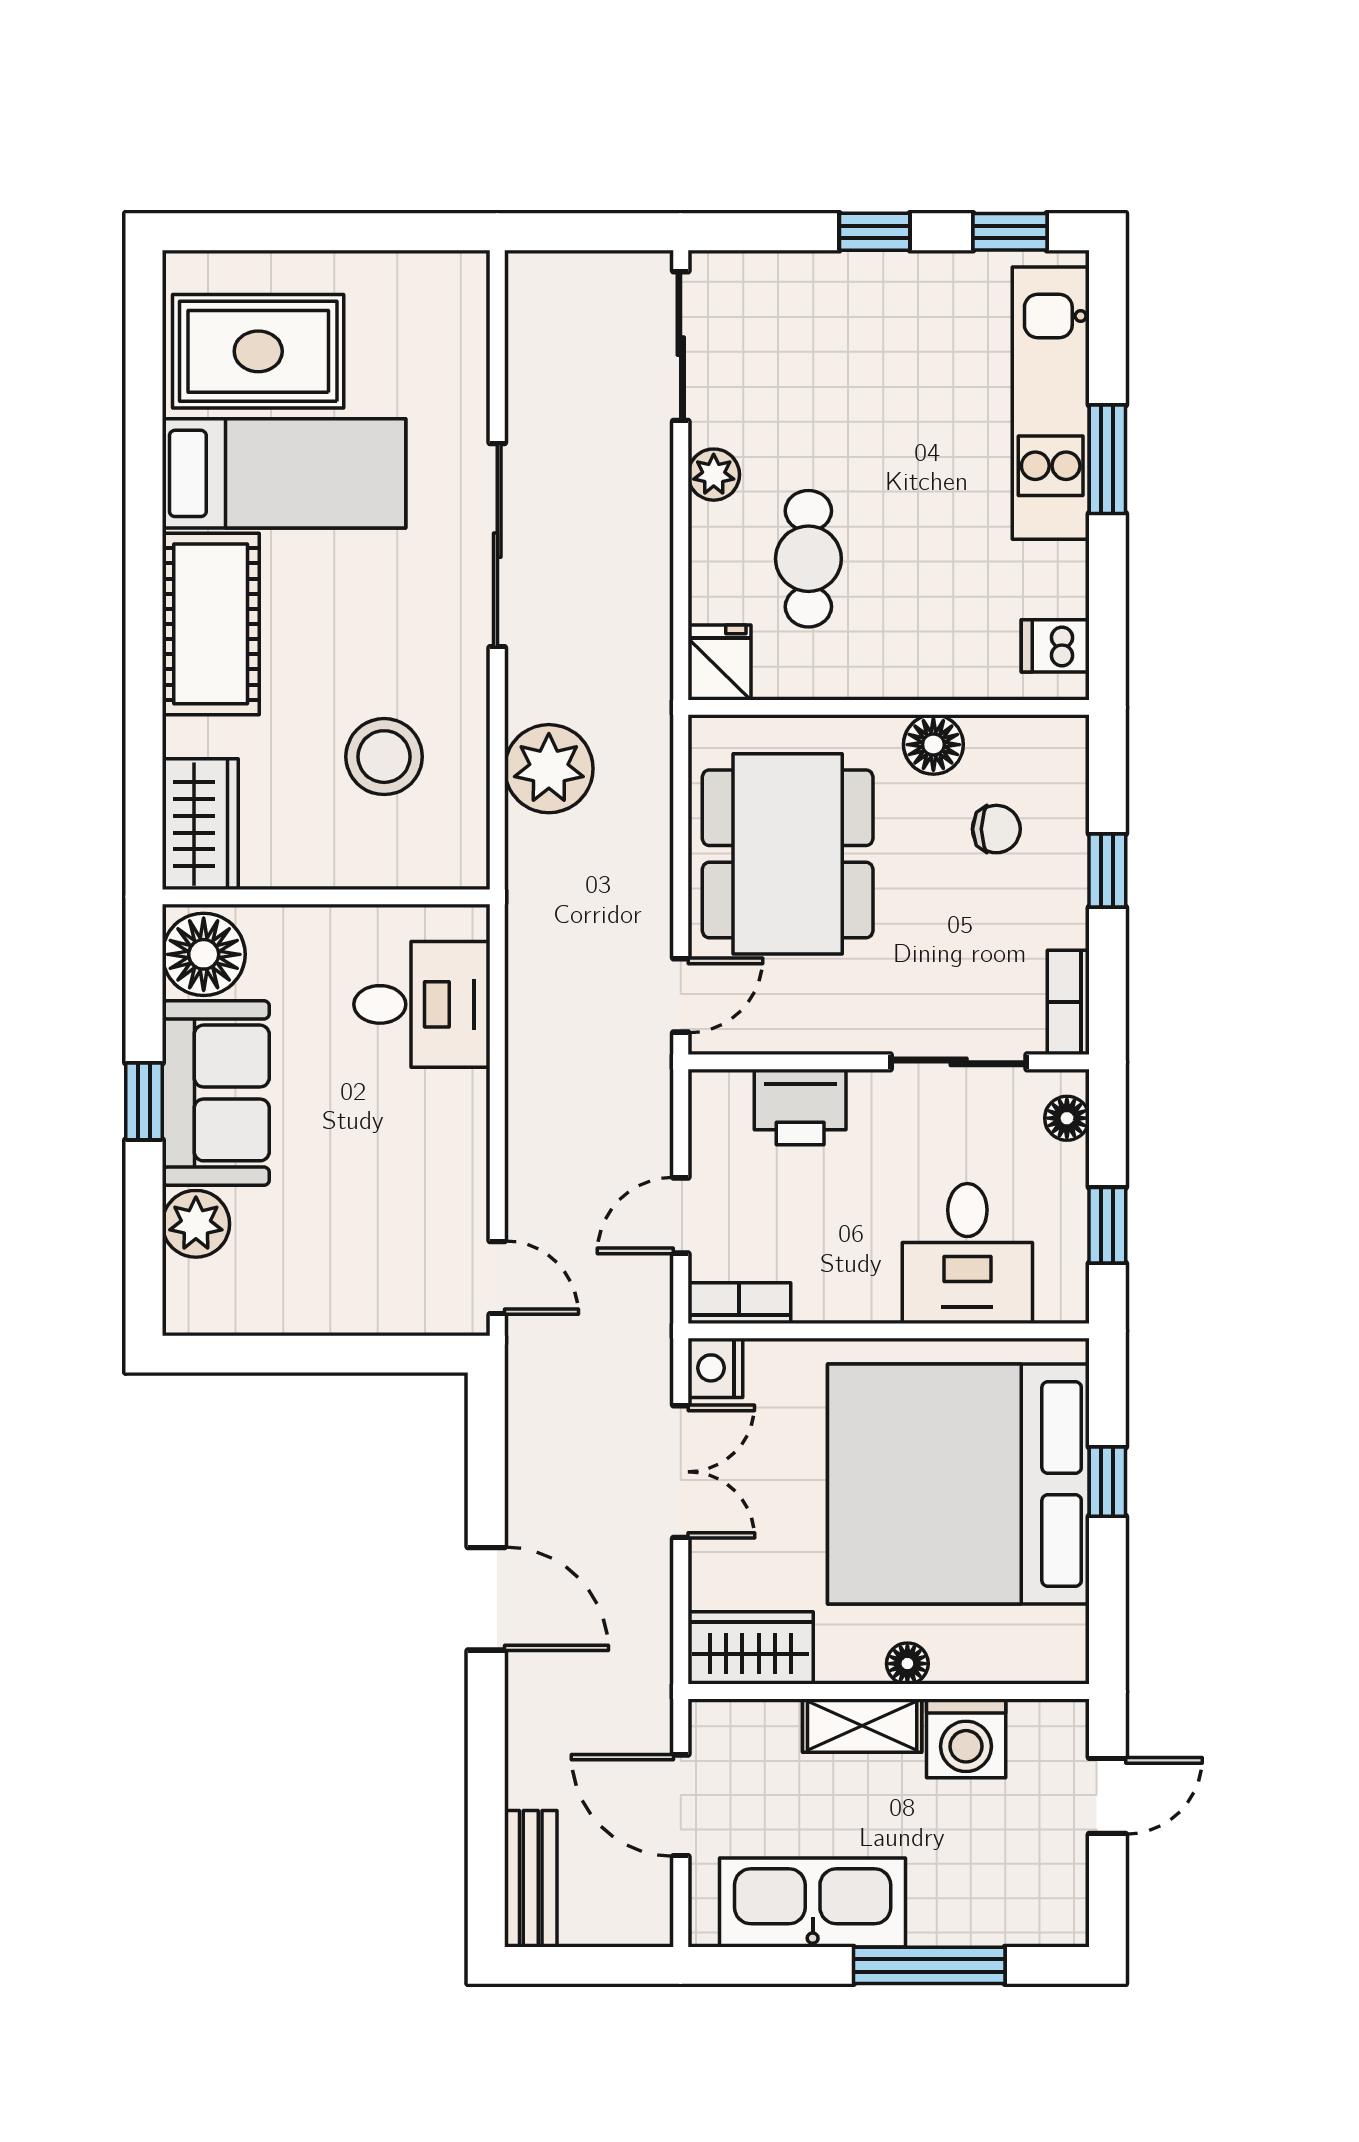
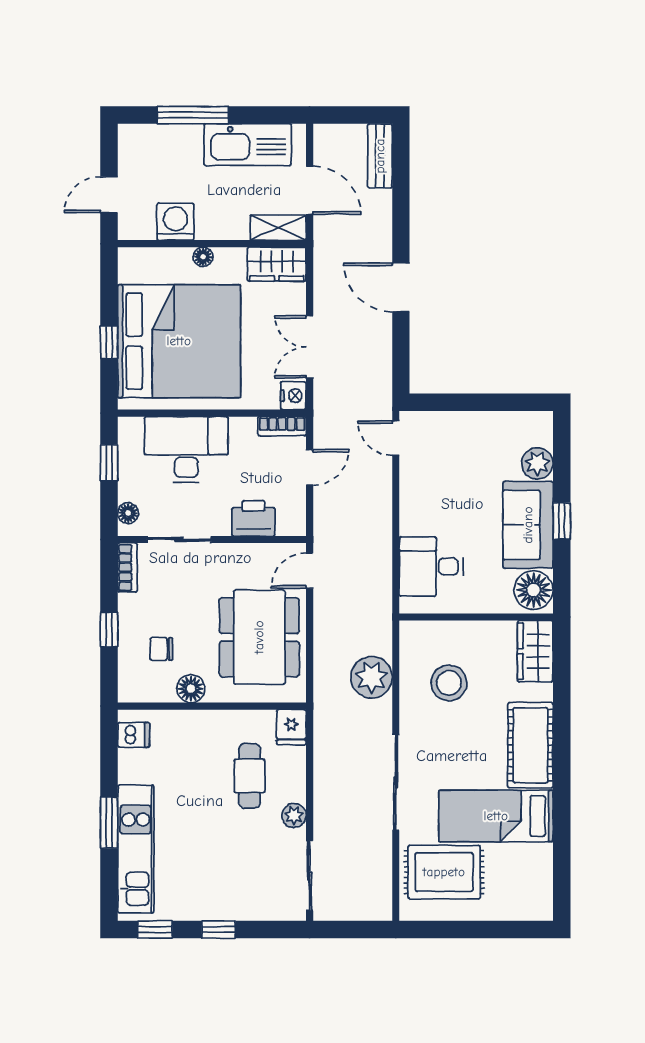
rug: (258, 351) -> (444, 872), moved
desk: (967, 1253) -> (186, 449), width x1.37
shelving: (862, 1726) -> (278, 228), moved

